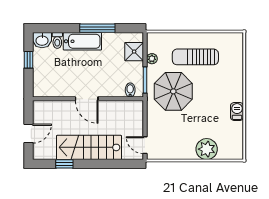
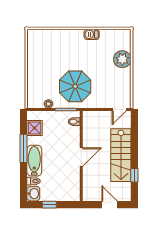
shower: (134, 52) -> (35, 128), moved
sun lounger: (195, 57) -> (47, 68), removed

